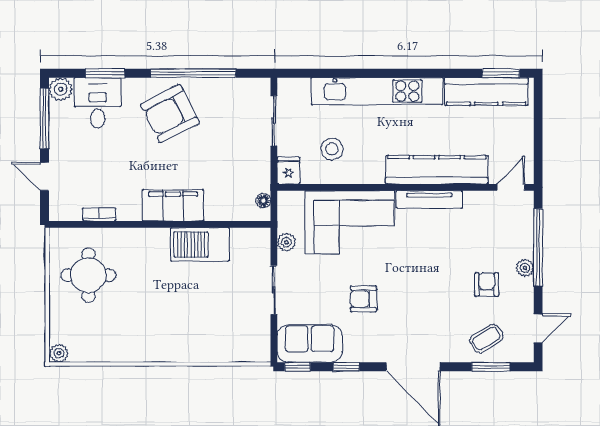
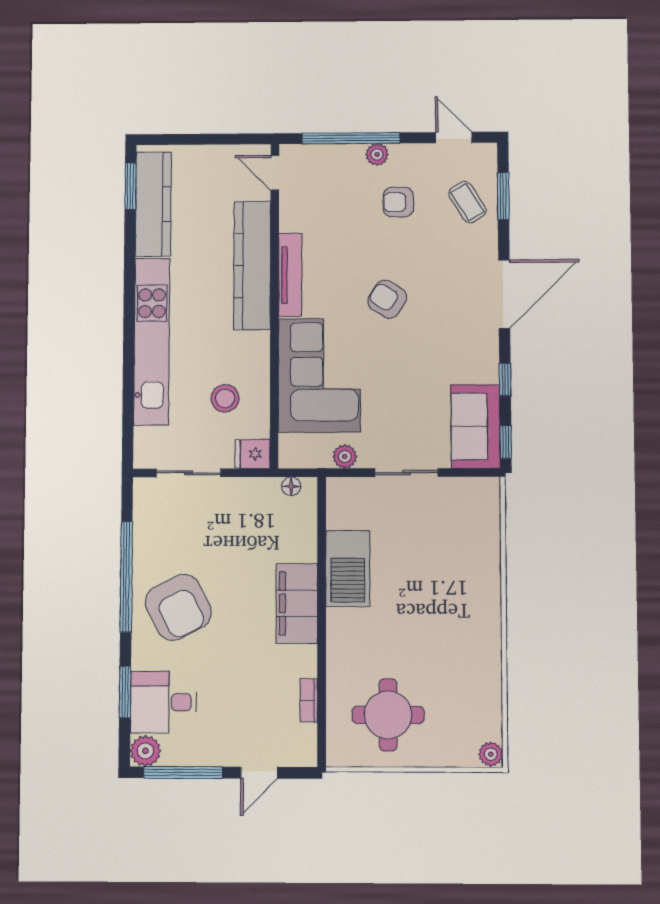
armchair: (363, 299) -> (387, 299), moved, turned 123

